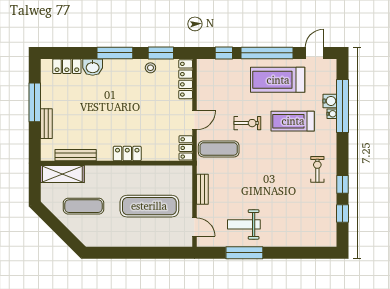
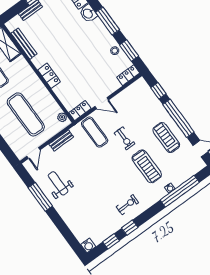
locker: (186, 79) -> (128, 75), width x0.66
treadmill: (278, 80) -> (166, 138), width x0.73, depth x0.73
water cooler: (330, 101) -> (88, 246), moved
treadmill: (293, 121) -> (147, 166), turned 180
plant: (179, 171) -> (62, 117), added

